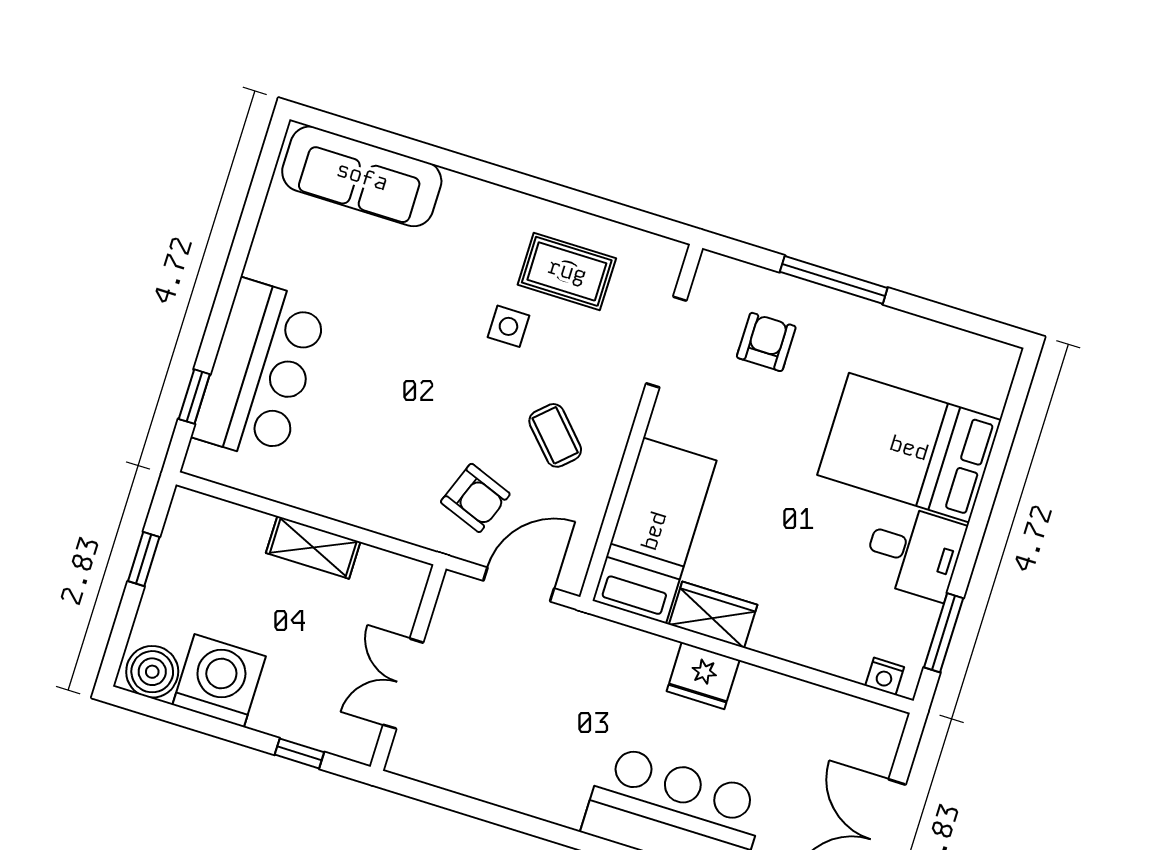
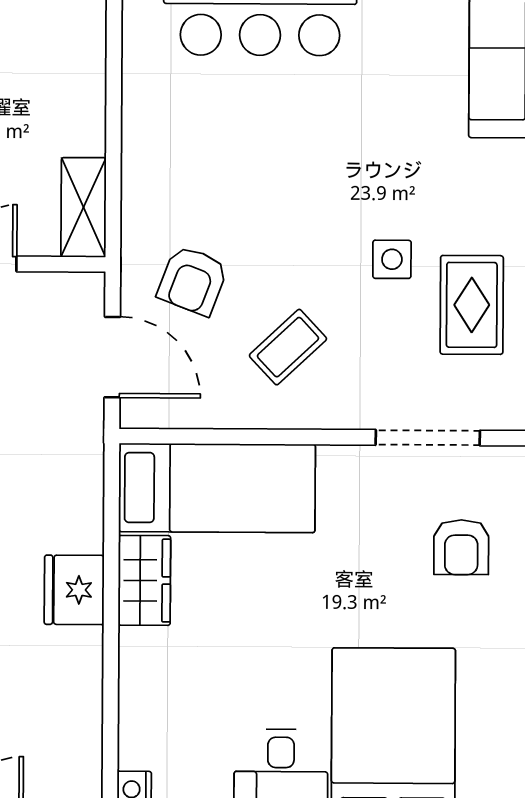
armchair: (766, 342) -> (461, 547), turned 90
shelving: (313, 547) -> (84, 207), moved

